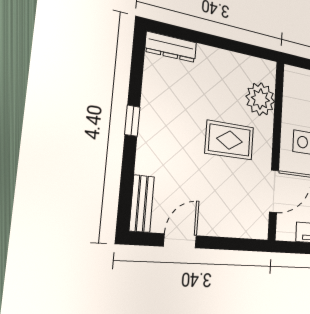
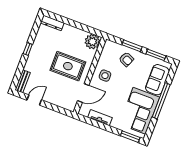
plant: (260, 99) -> (92, 42), moved
rug: (230, 140) -> (68, 66), width x1.36, depth x1.43

